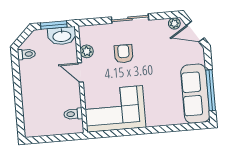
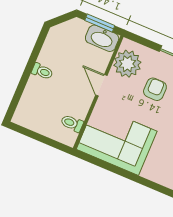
plant: (87, 51) -> (127, 64), width x1.87, depth x1.87
toilet: (26, 54) -> (42, 71), moved

